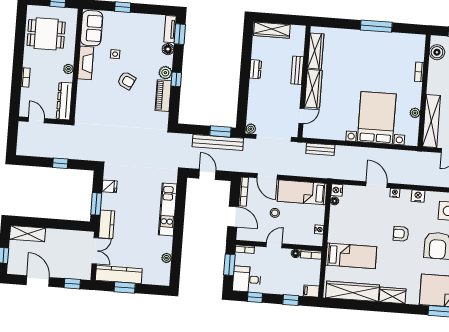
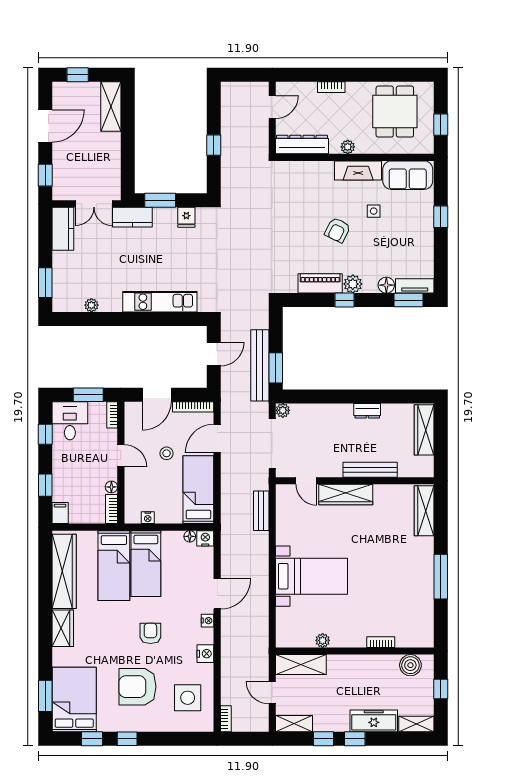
wardrobe: (316, 51) -> (424, 511), moved, turned 90
bench: (297, 70) -> (370, 470), width x1.36
bed with nightstands: (377, 118) -> (311, 576), width x0.73
shelving: (431, 121) -> (301, 665), width x0.68
bed: (351, 233) -> (146, 564), added
kitchen counter: (119, 275) -> (63, 229), width x0.67
window: (125, 288) -> (45, 283), moved

